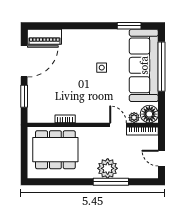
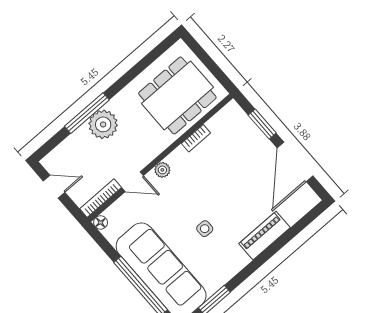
piano: (44, 37) -> (265, 236), moved
floor lamp: (149, 114) -> (101, 222), width x0.53, depth x0.53
plant: (134, 118) -> (162, 170), moved

